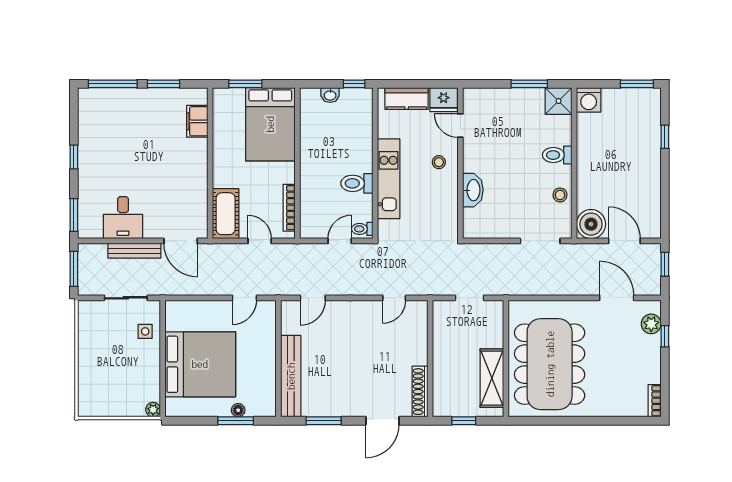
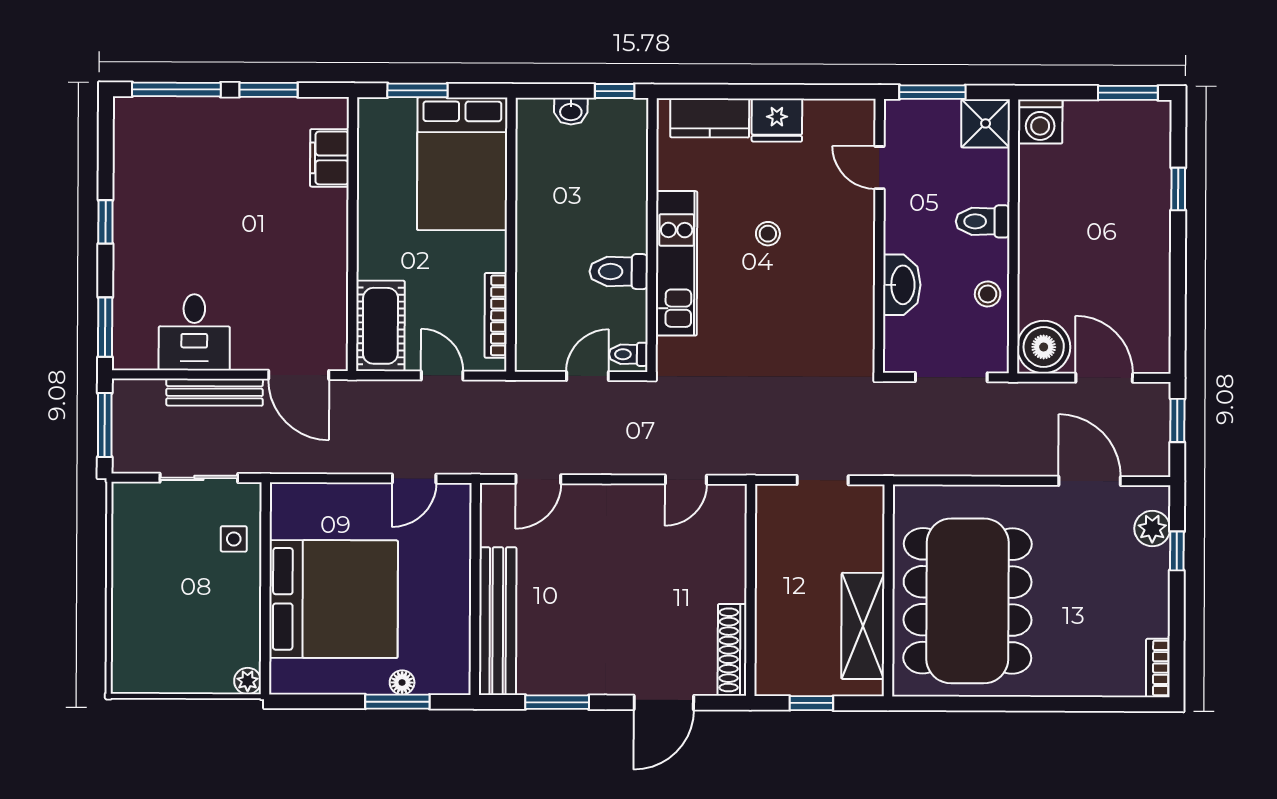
door: (460, 126) -> (879, 168), moved
wall: (460, 163) -> (879, 236), moved
washbasin: (473, 190) -> (902, 285), moved

